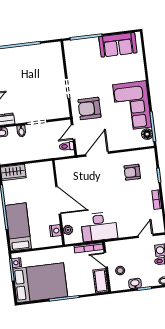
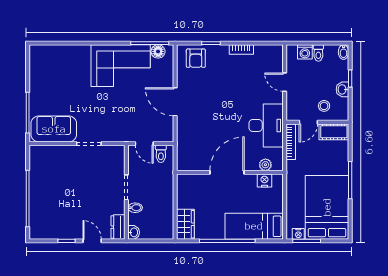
sofa: (118, 45) -> (54, 129), moved, turned -90
armchair: (89, 108) -> (117, 119), removed
door: (97, 154) -> (175, 102), moved
armchair: (132, 172) -> (196, 58), moved
door: (146, 236) -> (285, 82), moved

